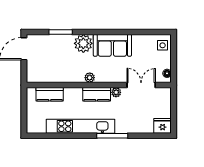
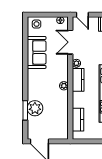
plant: (83, 43) -> (35, 108), moved
sofa: (112, 45) -> (37, 52), moved
door: (174, 99) -> (82, 15), added

